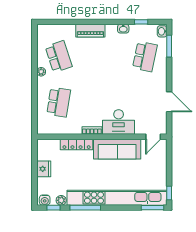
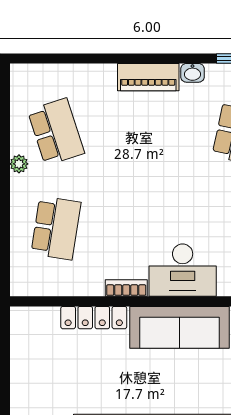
piano: (90, 31) -> (148, 77), moved
fridge: (44, 169) -> (24, 369), removed

